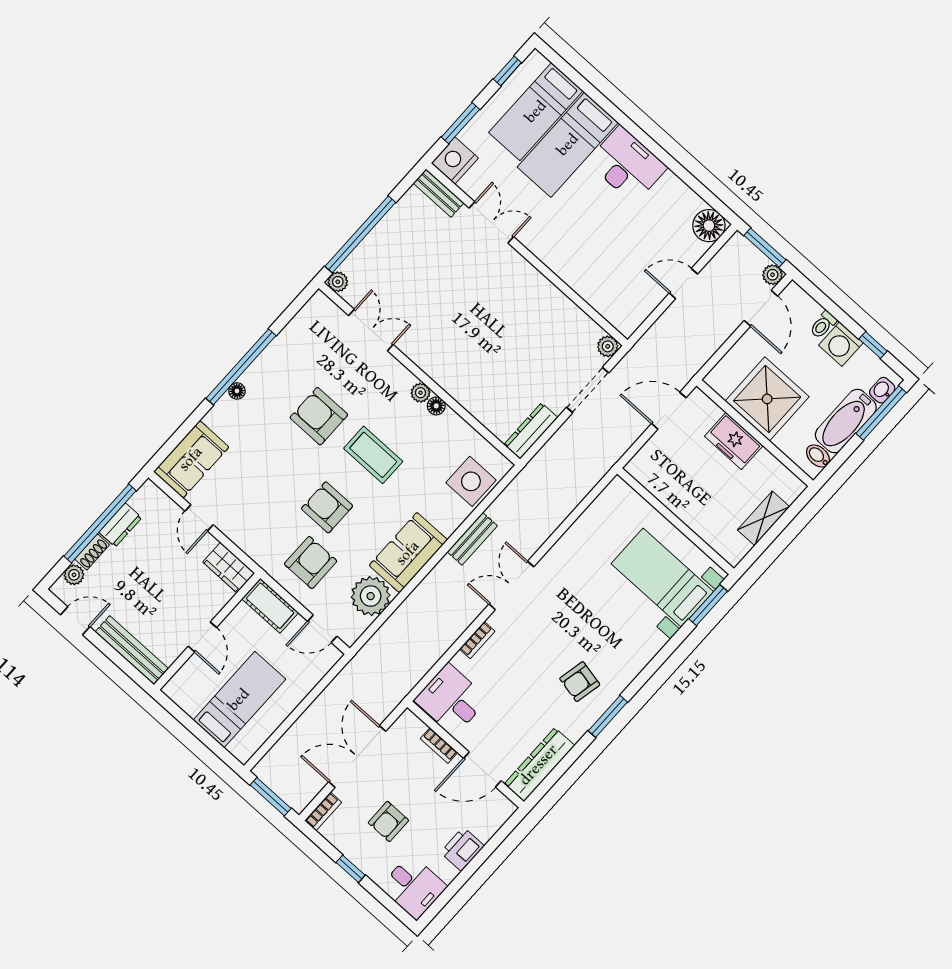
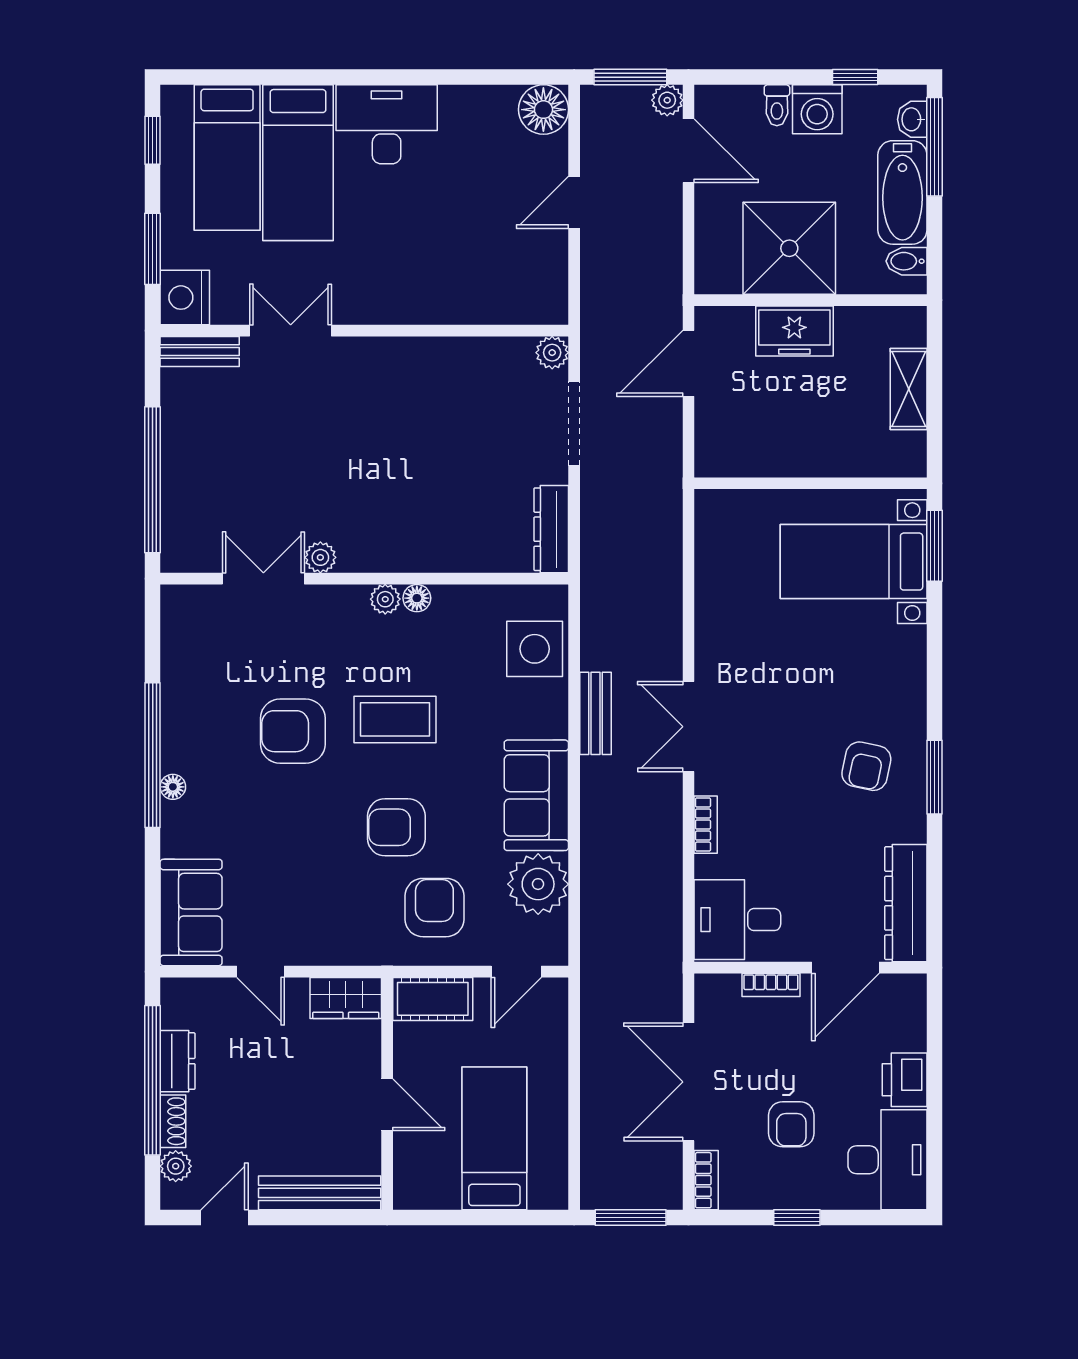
plant: (338, 282) -> (320, 557), moved
desk: (413, 887) -> (888, 1160), width x1.37

